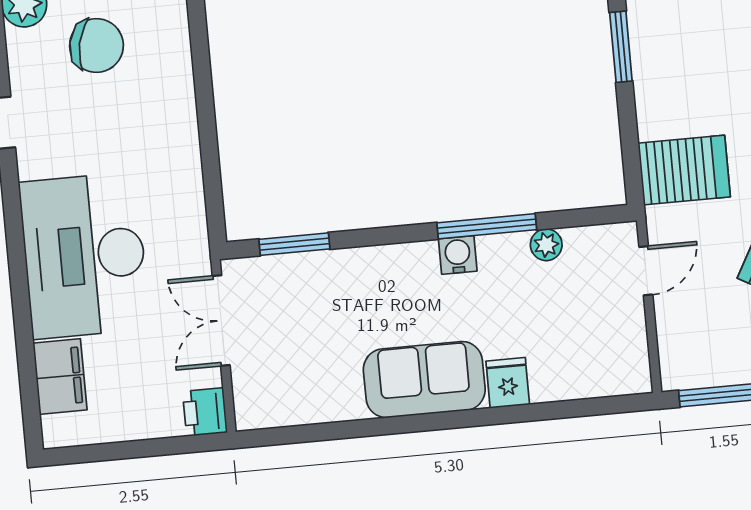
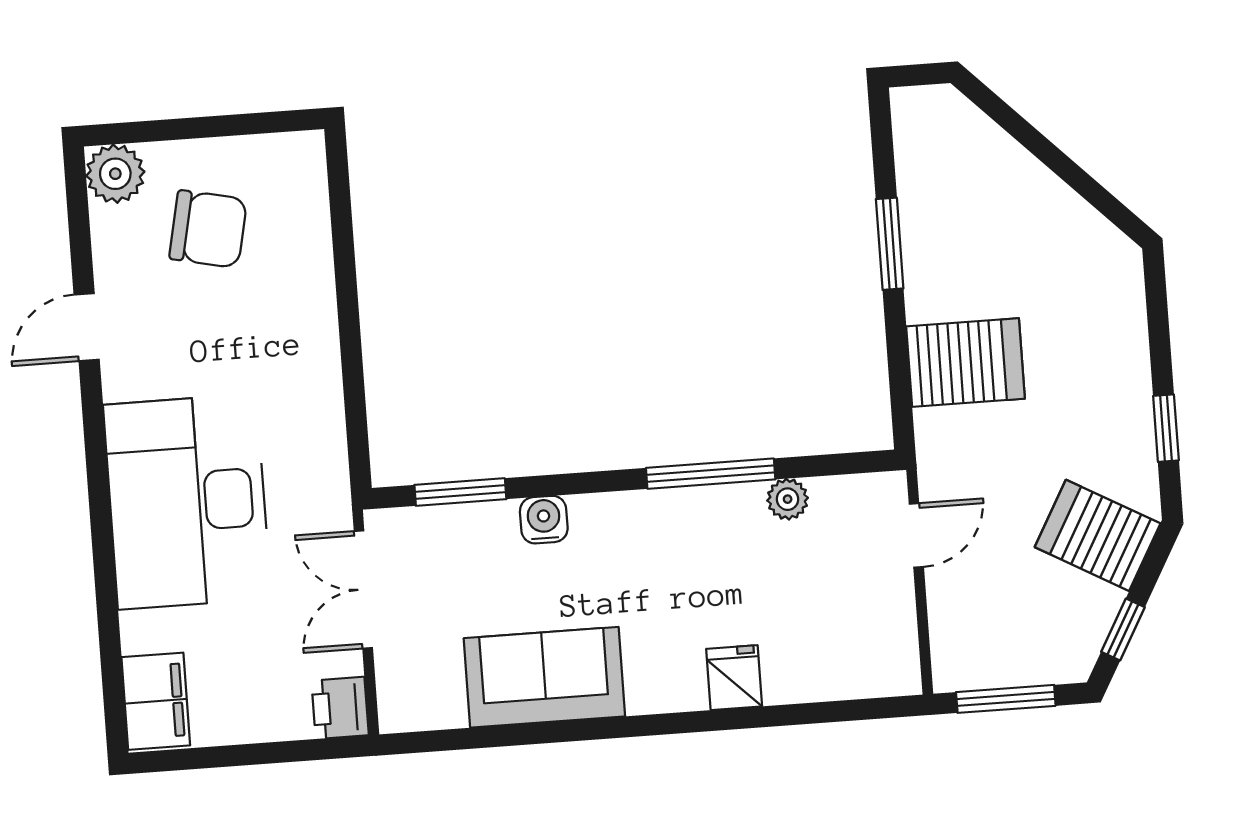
server rack: (684, 170) -> (966, 363), moved
water cooler: (458, 255) -> (544, 520), moved
filing cabinet: (60, 377) -> (156, 701), moved
sofa: (424, 380) -> (544, 677), moved

